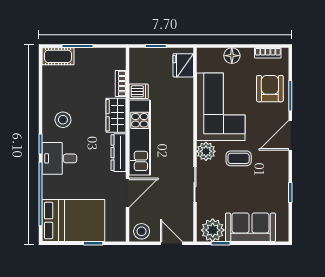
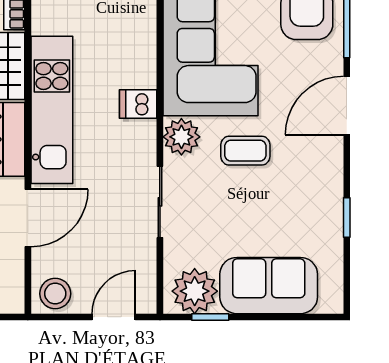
dishwasher: (139, 91) -> (138, 104), moved, turned 180
door: (171, 243) -> (114, 317), hinge flipped

